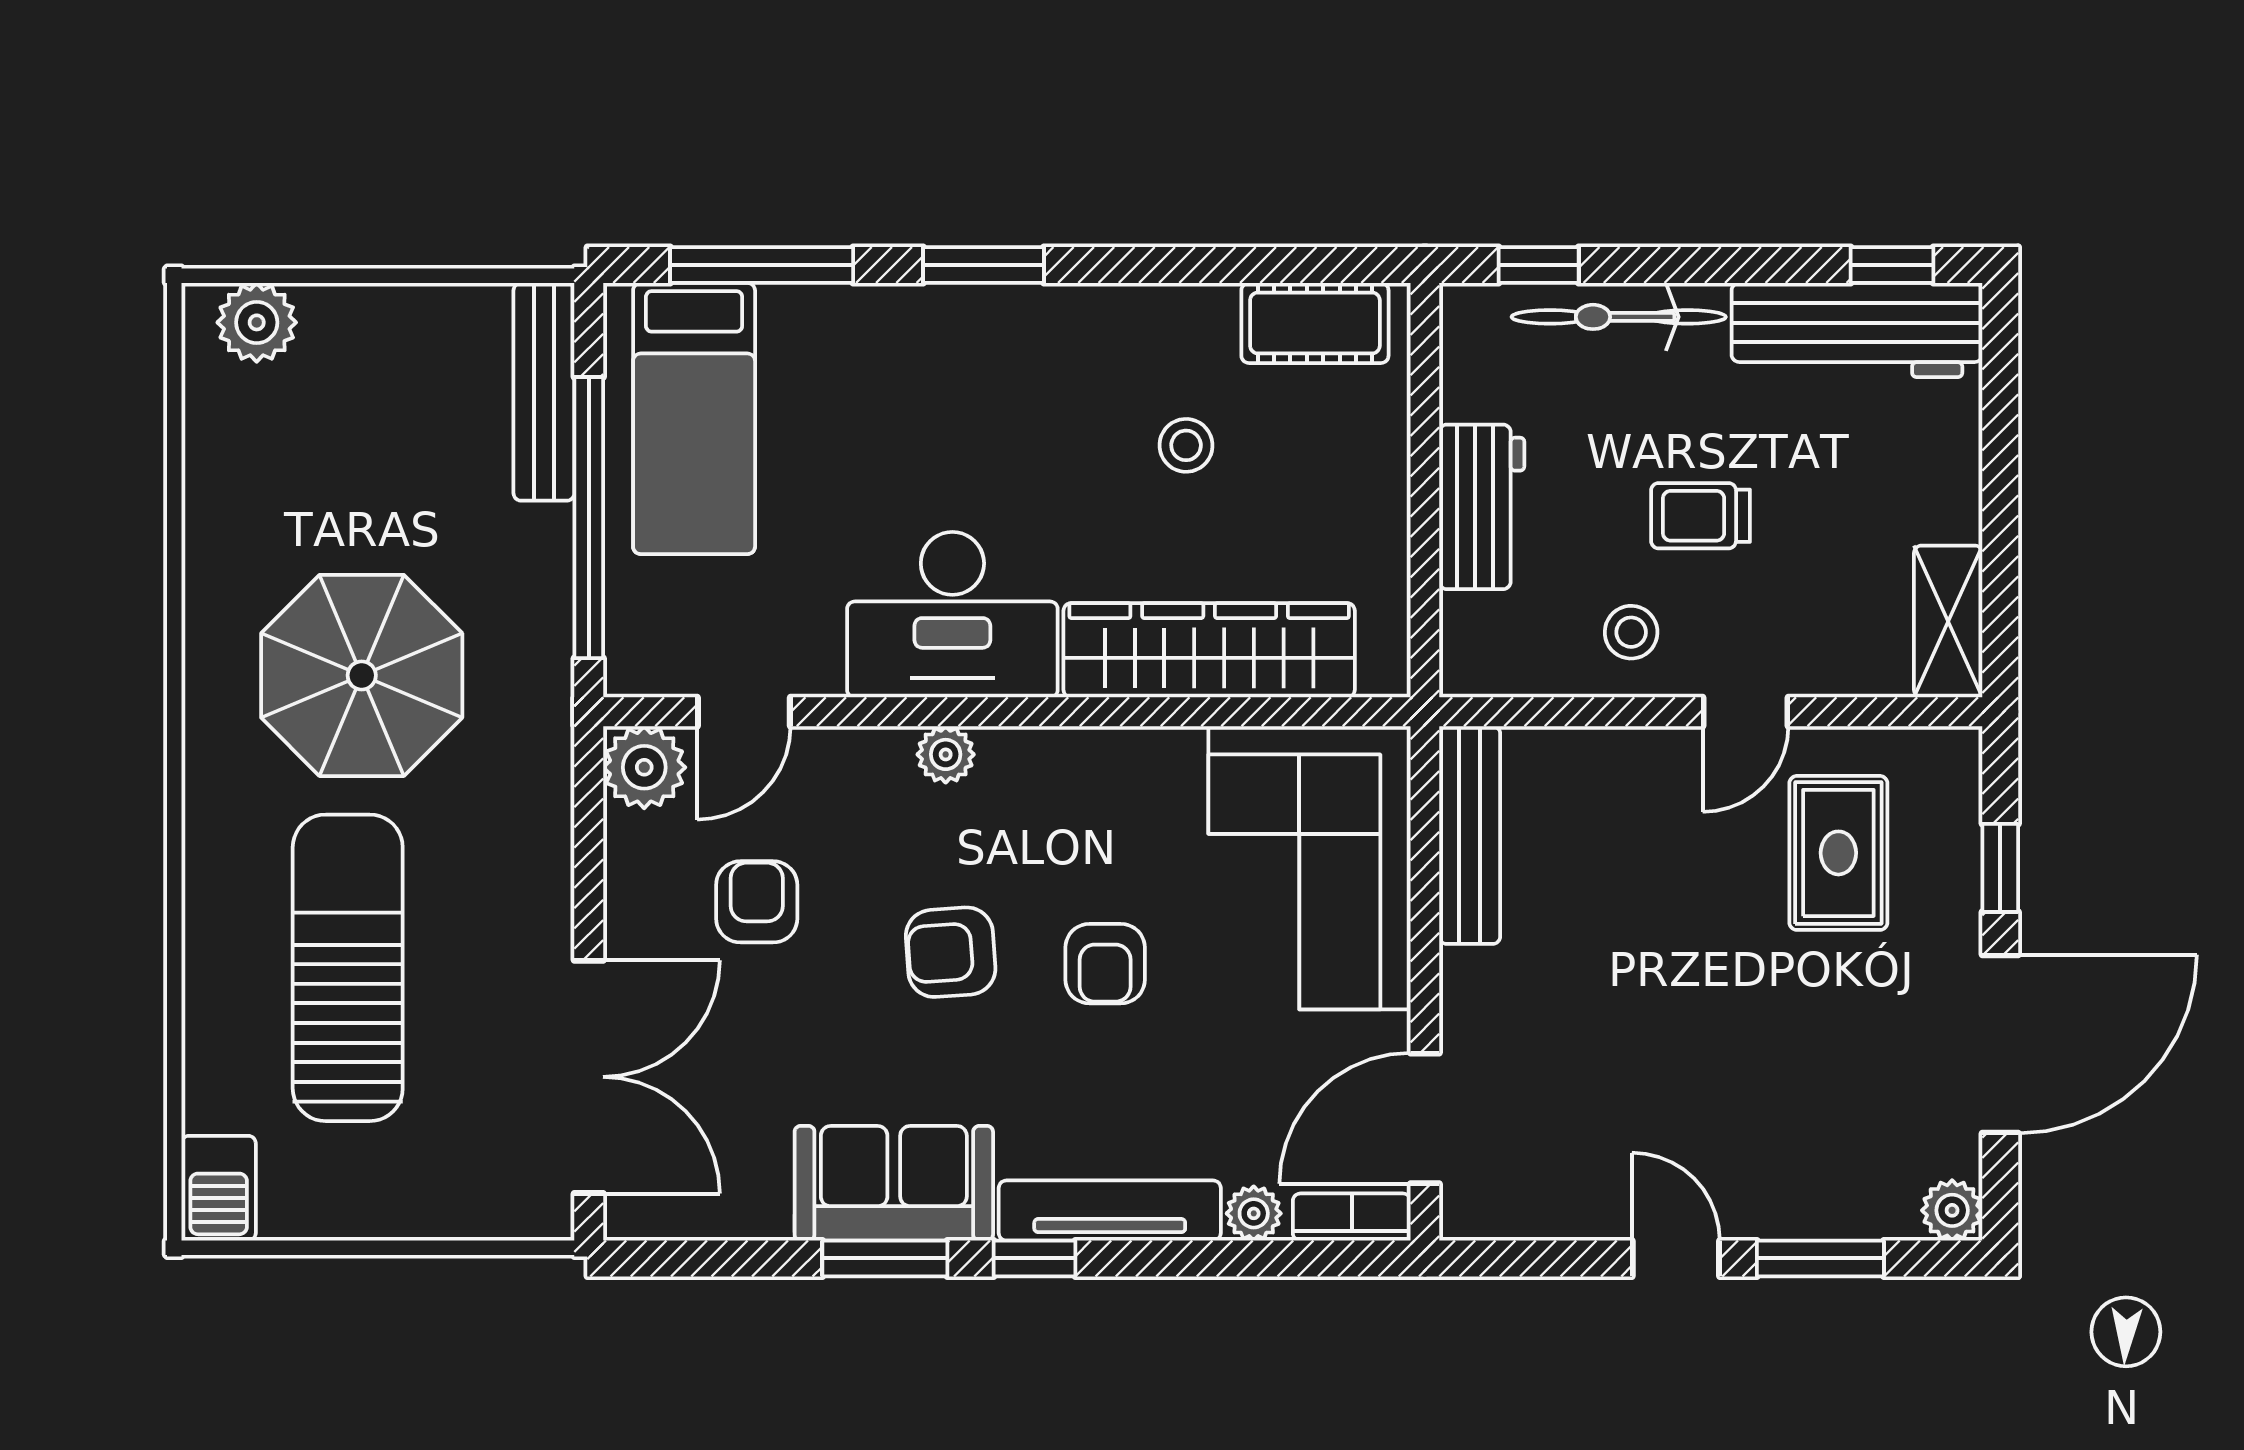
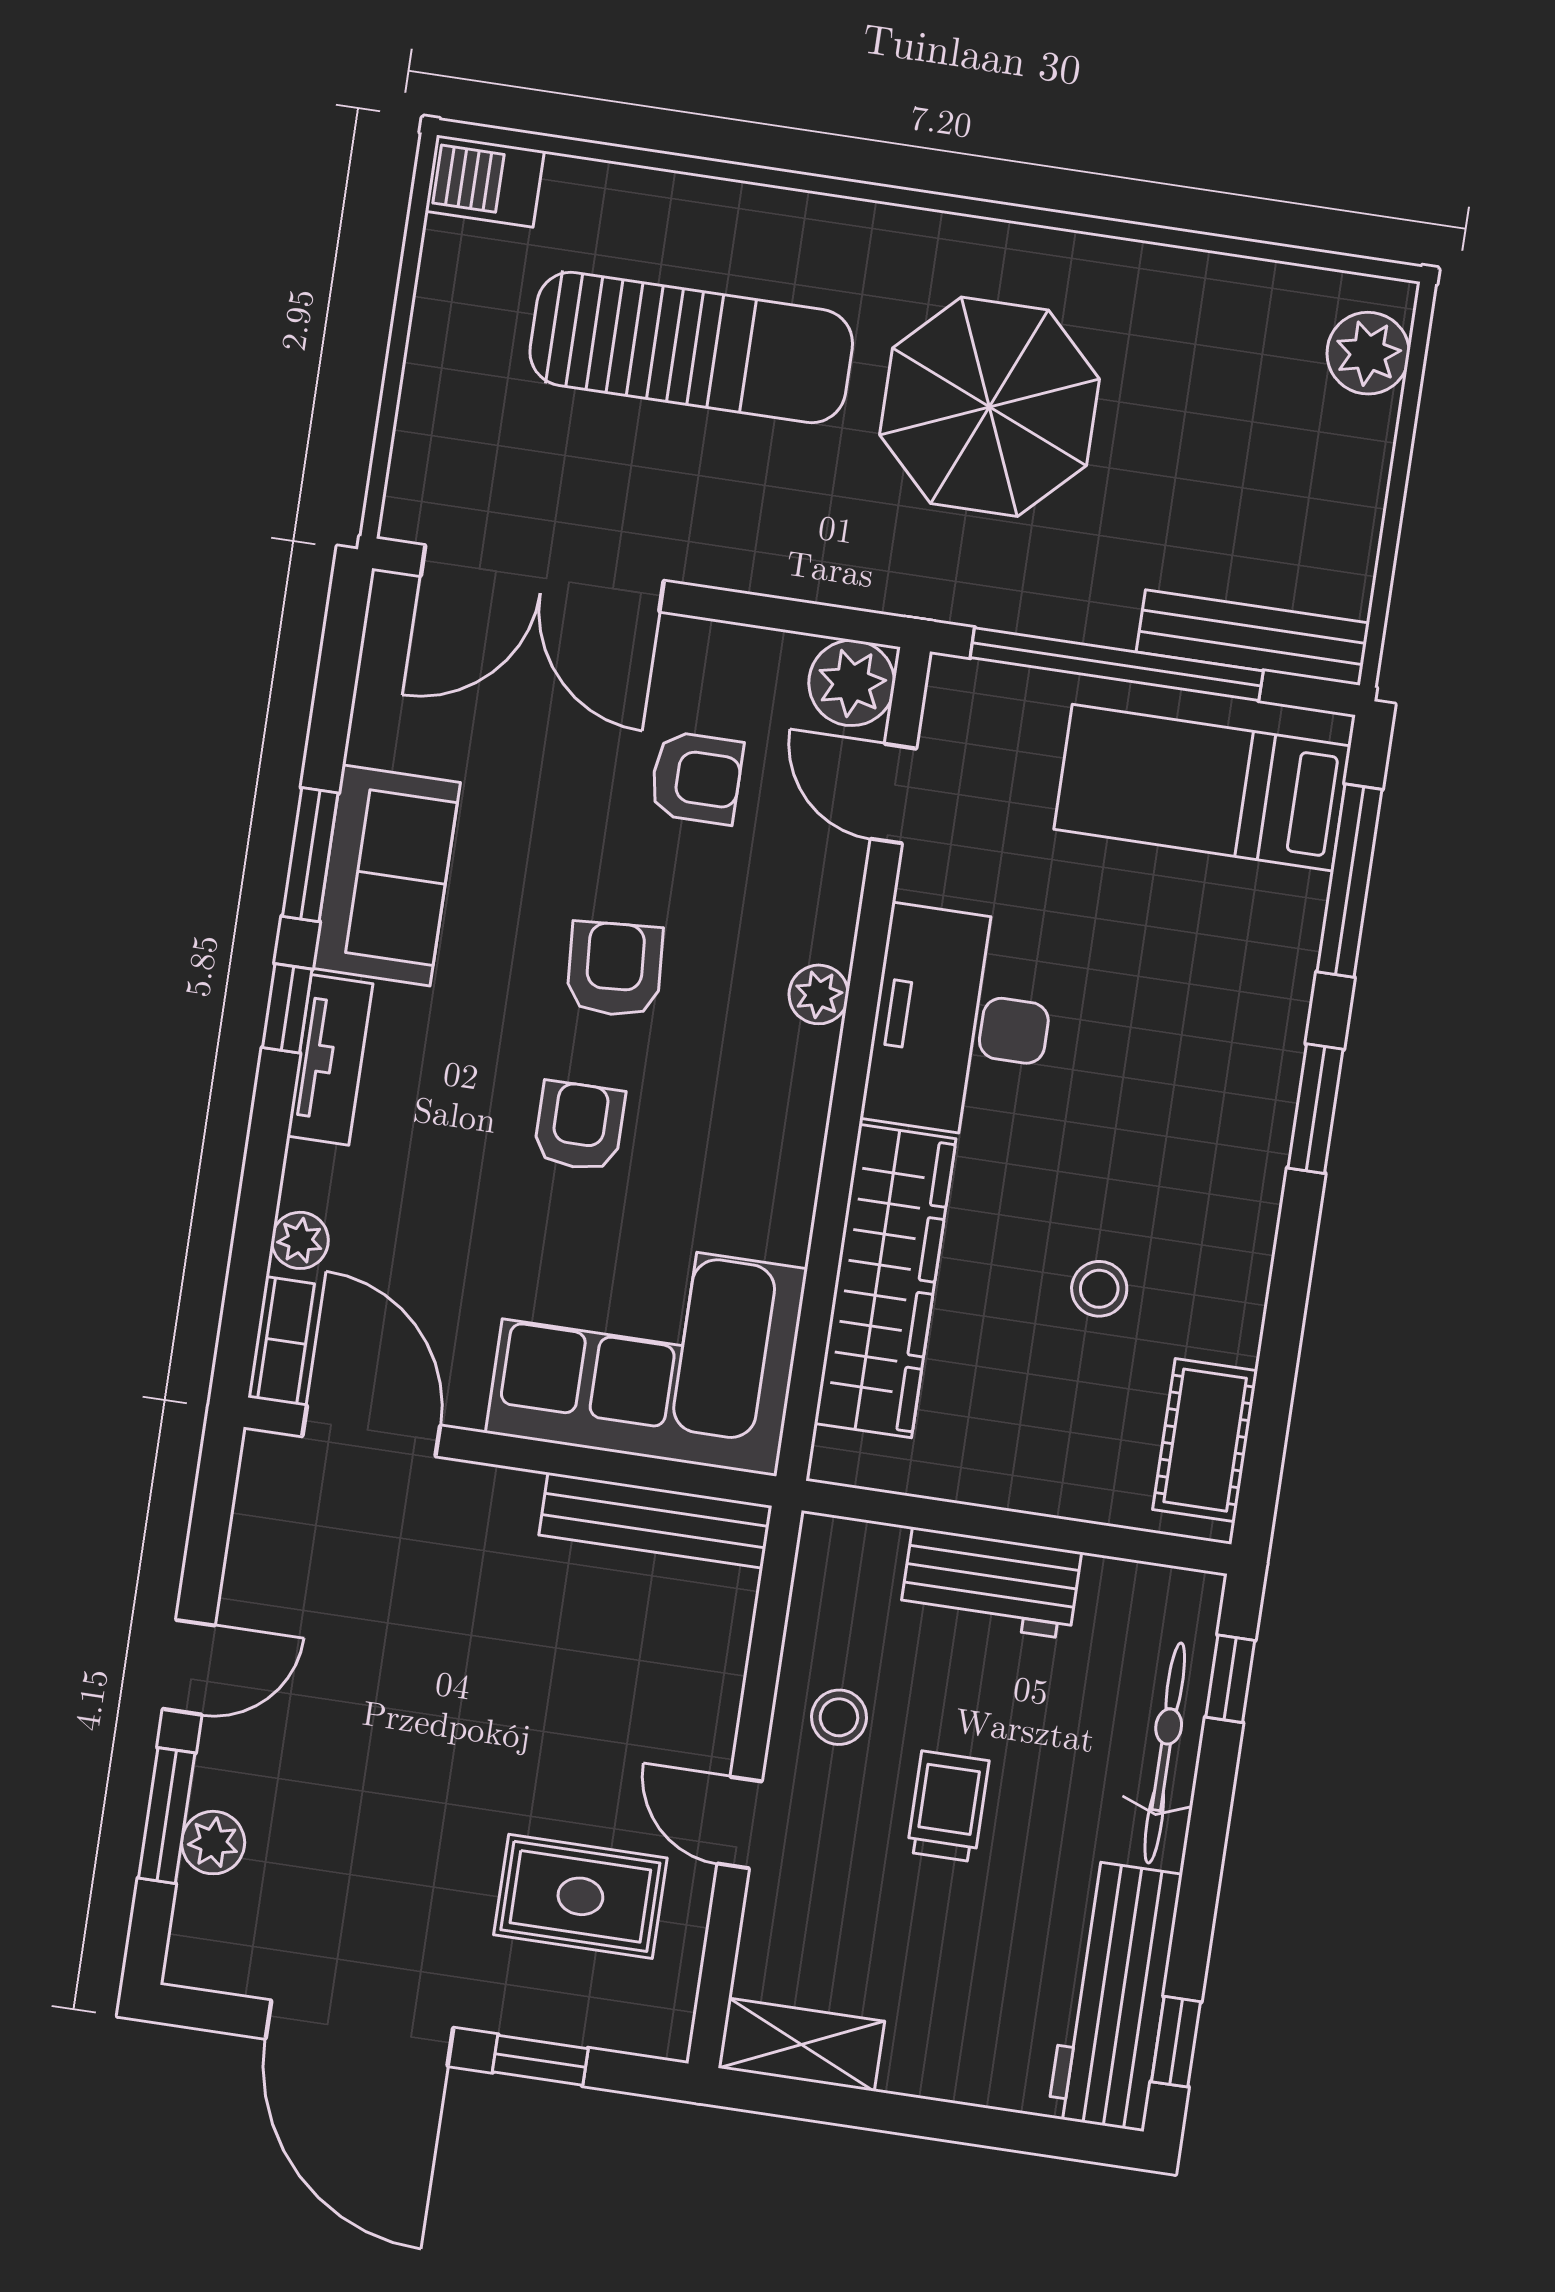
armchair: (1105, 964) -> (579, 1126), turned 90
plant: (1952, 1210) -> (213, 1843), moved
tv unit: (1110, 1211) -> (330, 1060), width x0.71

